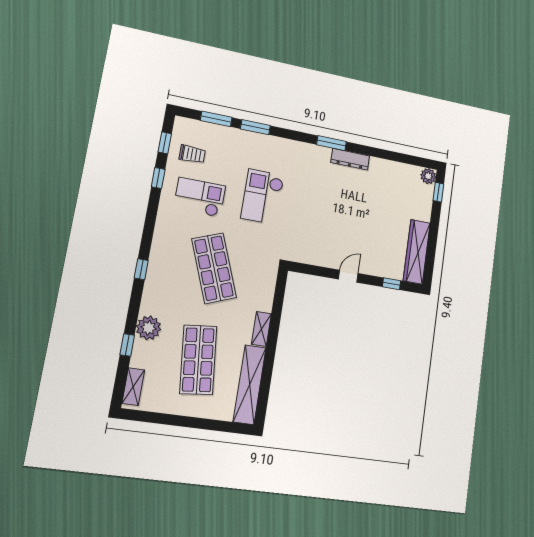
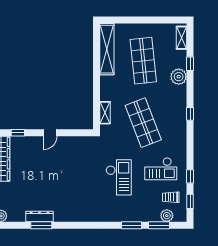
plant: (203, 130) -> (167, 216), added
window: (332, 143) -> (41, 225), moved
dresser: (350, 159) -> (40, 216), moved
shelving: (261, 329) -> (105, 113), moved

